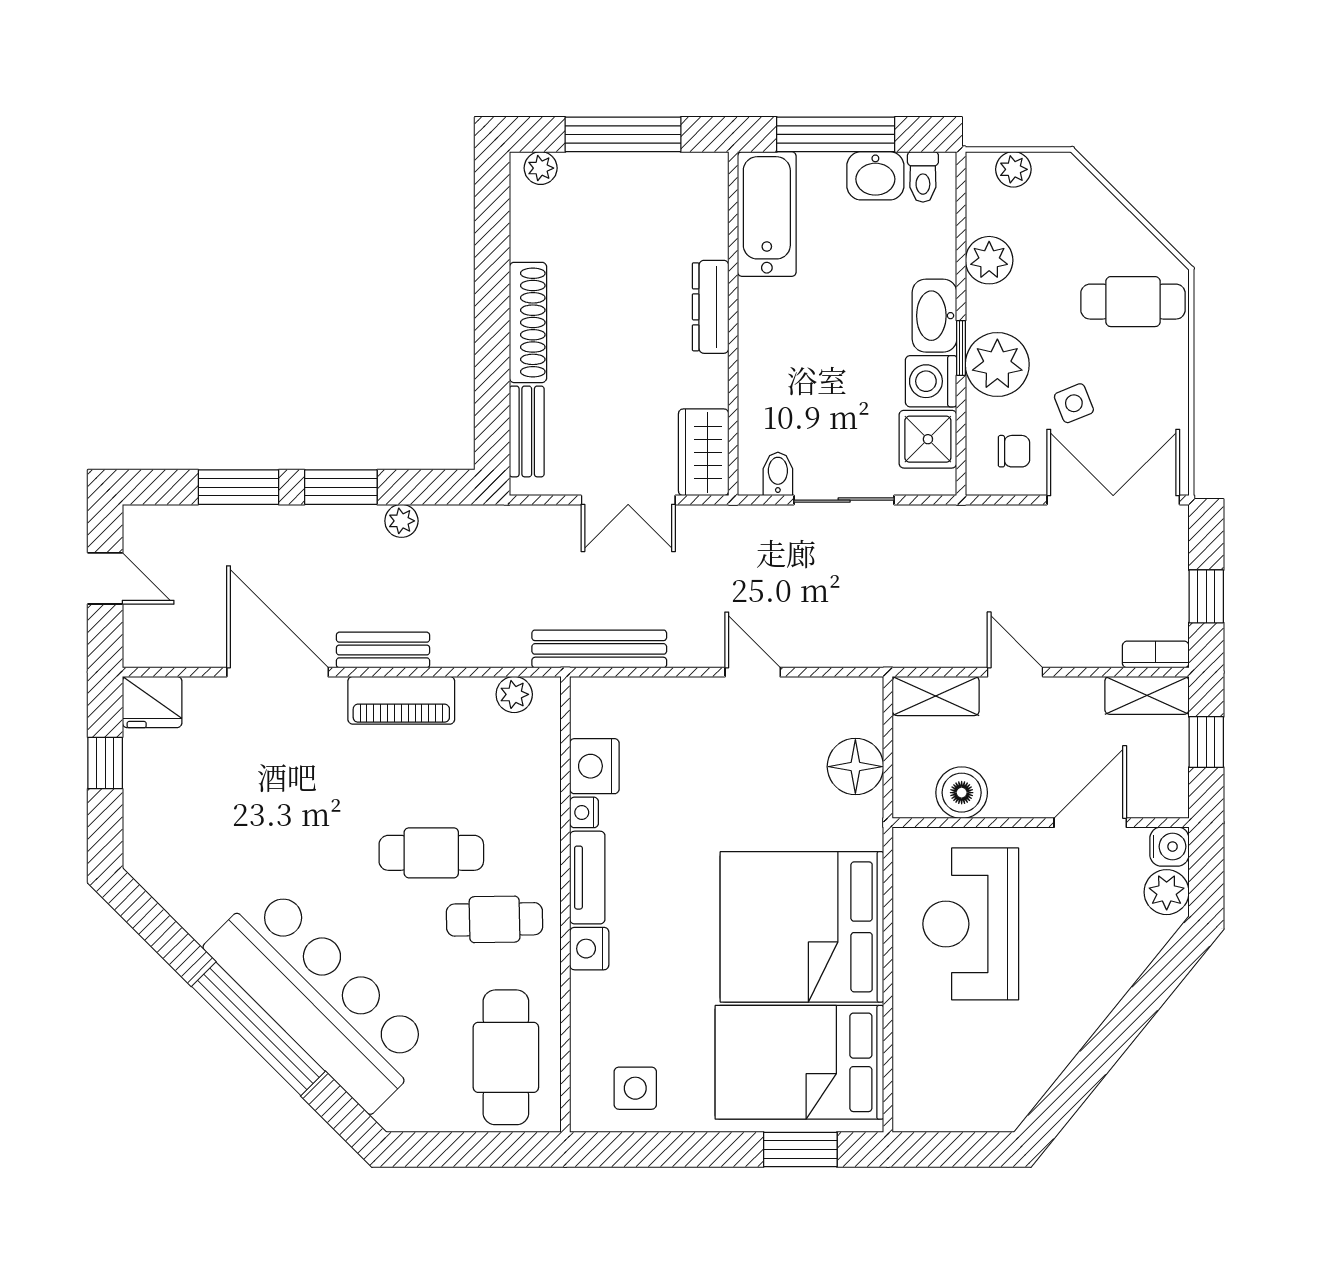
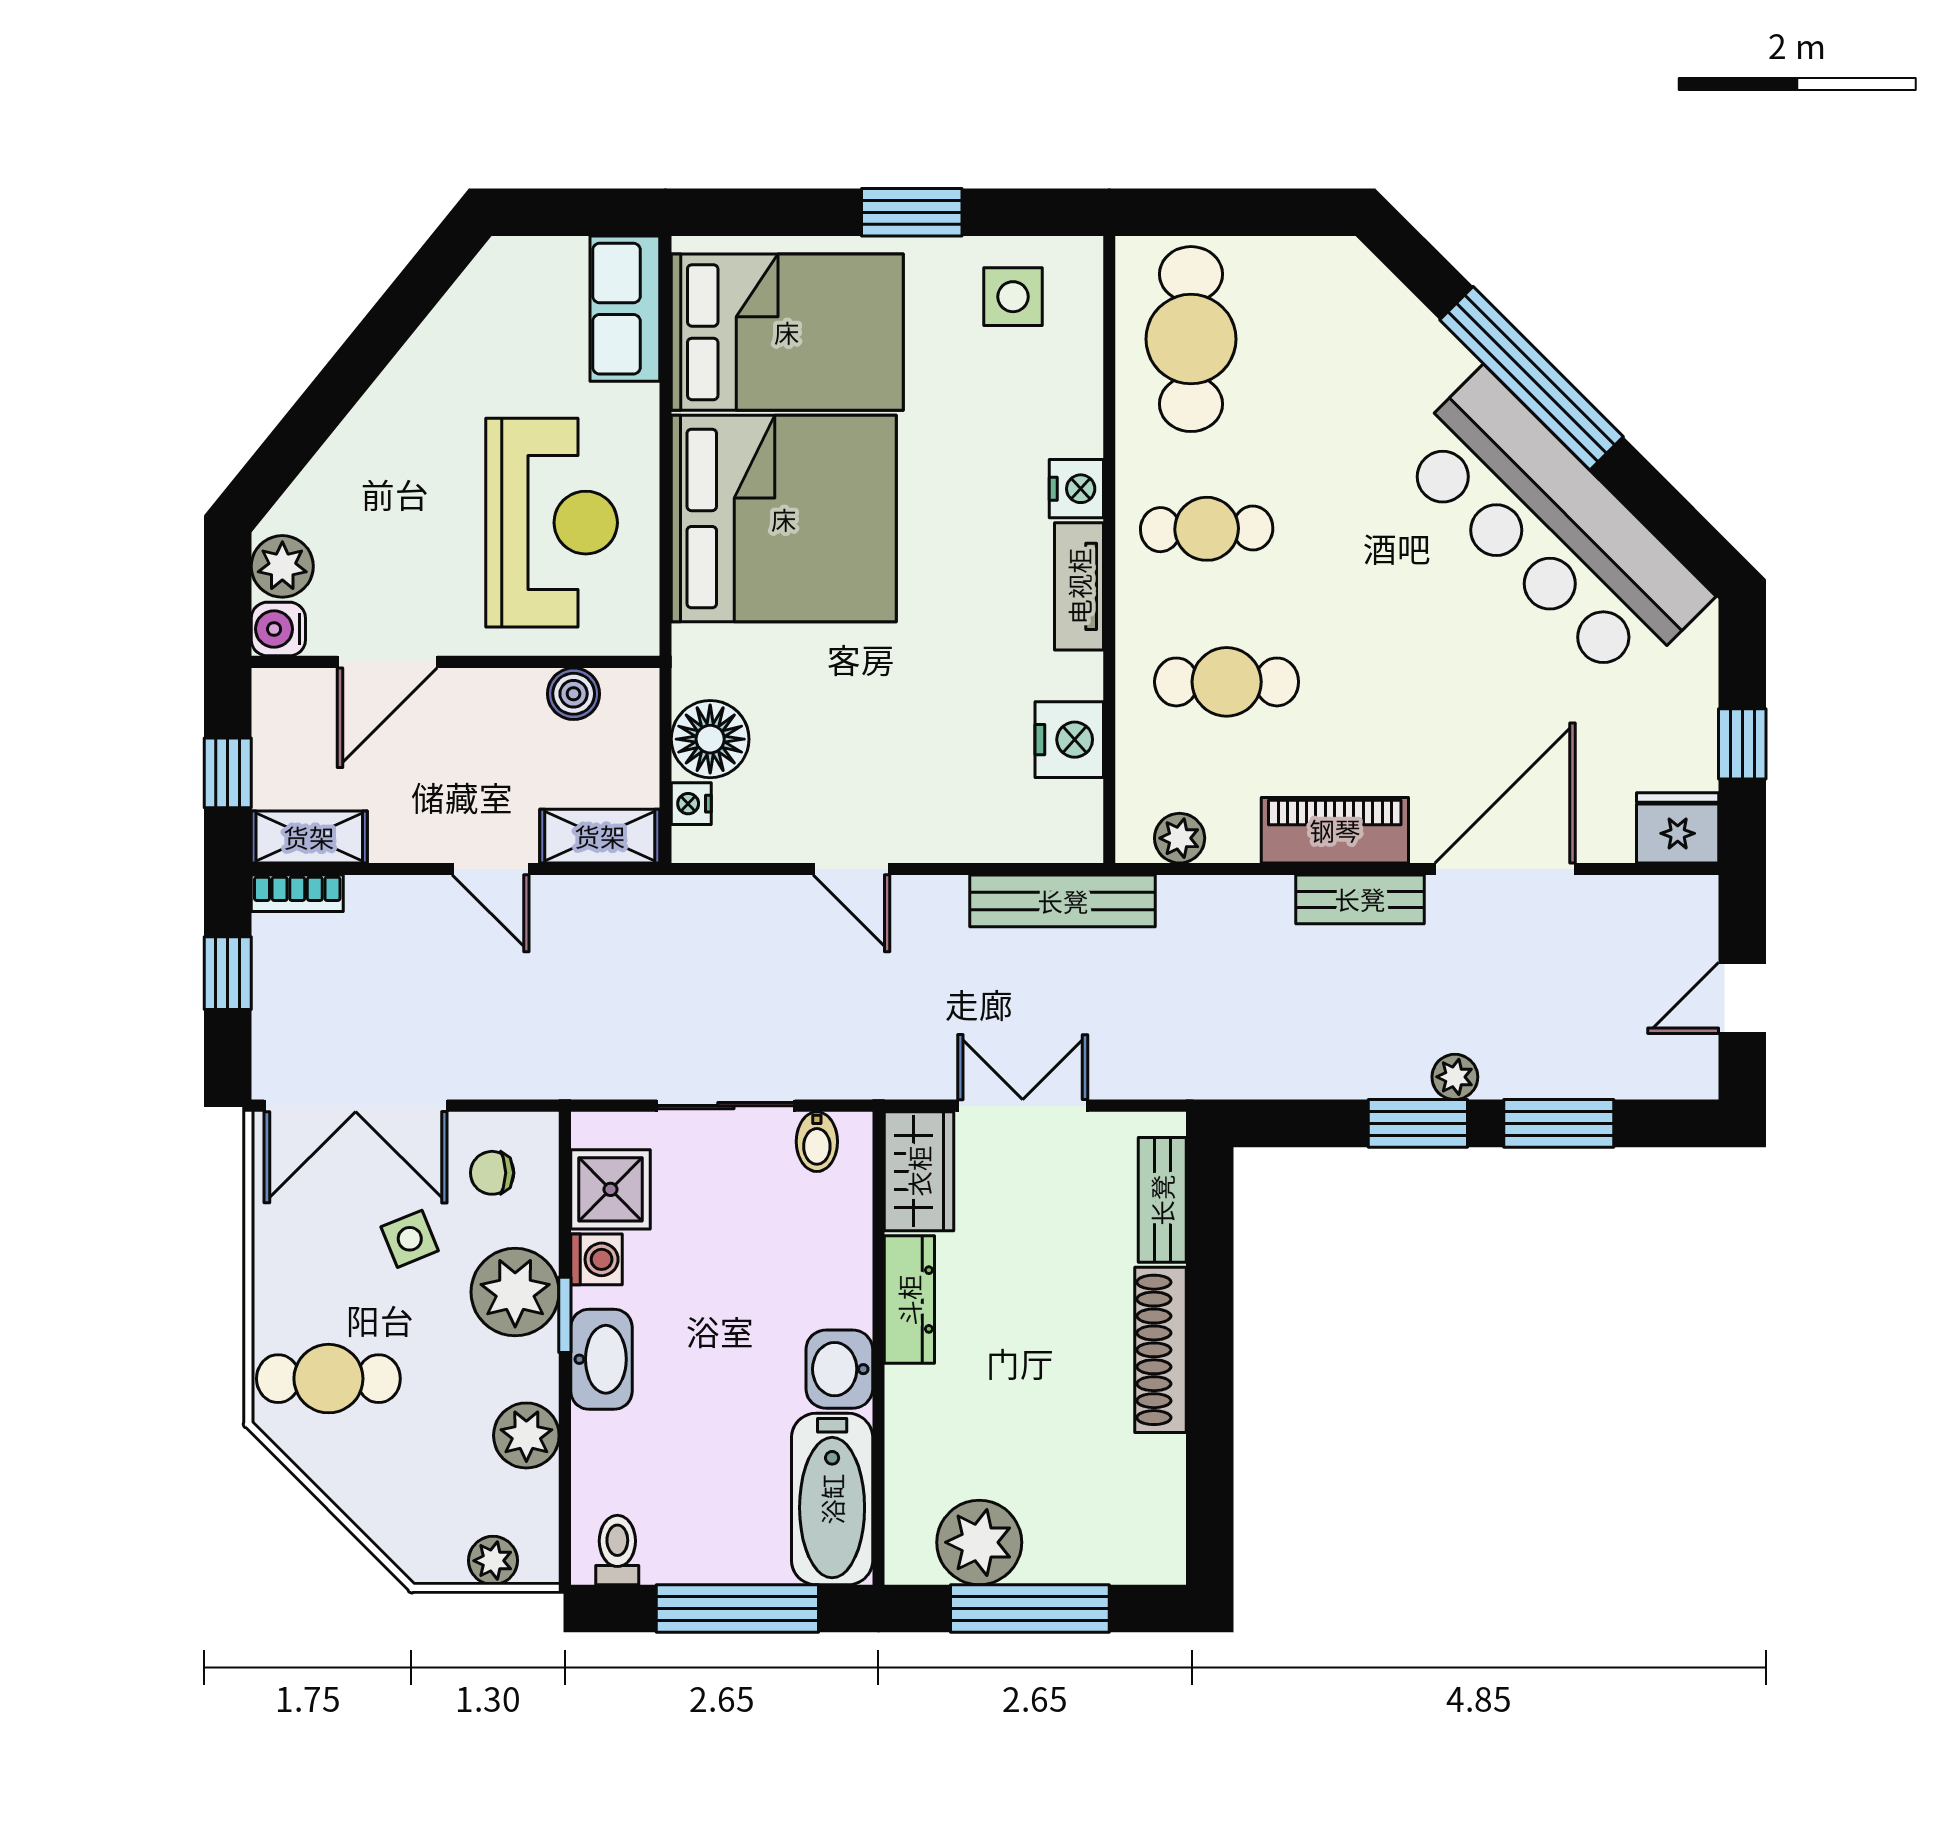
plant: (541, 168) -> (979, 1542), moved, width x1.87, depth x1.87
washbasin: (875, 176) -> (839, 1369), moved, turned -90
dresser: (711, 307) -> (909, 1300), moved
washing machine: (931, 381) -> (596, 1259), width x0.73, depth x0.73
plant: (401, 521) -> (1455, 1077), moved
door: (105, 578) -> (1742, 998), hinge flipped
door: (278, 672) -> (1505, 869), swing flipped
boiler: (962, 793) -> (574, 694), width x0.73, depth x0.73
nightstand: (584, 812) -> (691, 804), moved, turned 180
cafe table: (431, 853) -> (1227, 682), moved
bar counter: (320, 997) -> (1552, 528), moved
row of seats: (917, 1079) -> (625, 309), added
window: (800, 1150) -> (912, 212), moved

